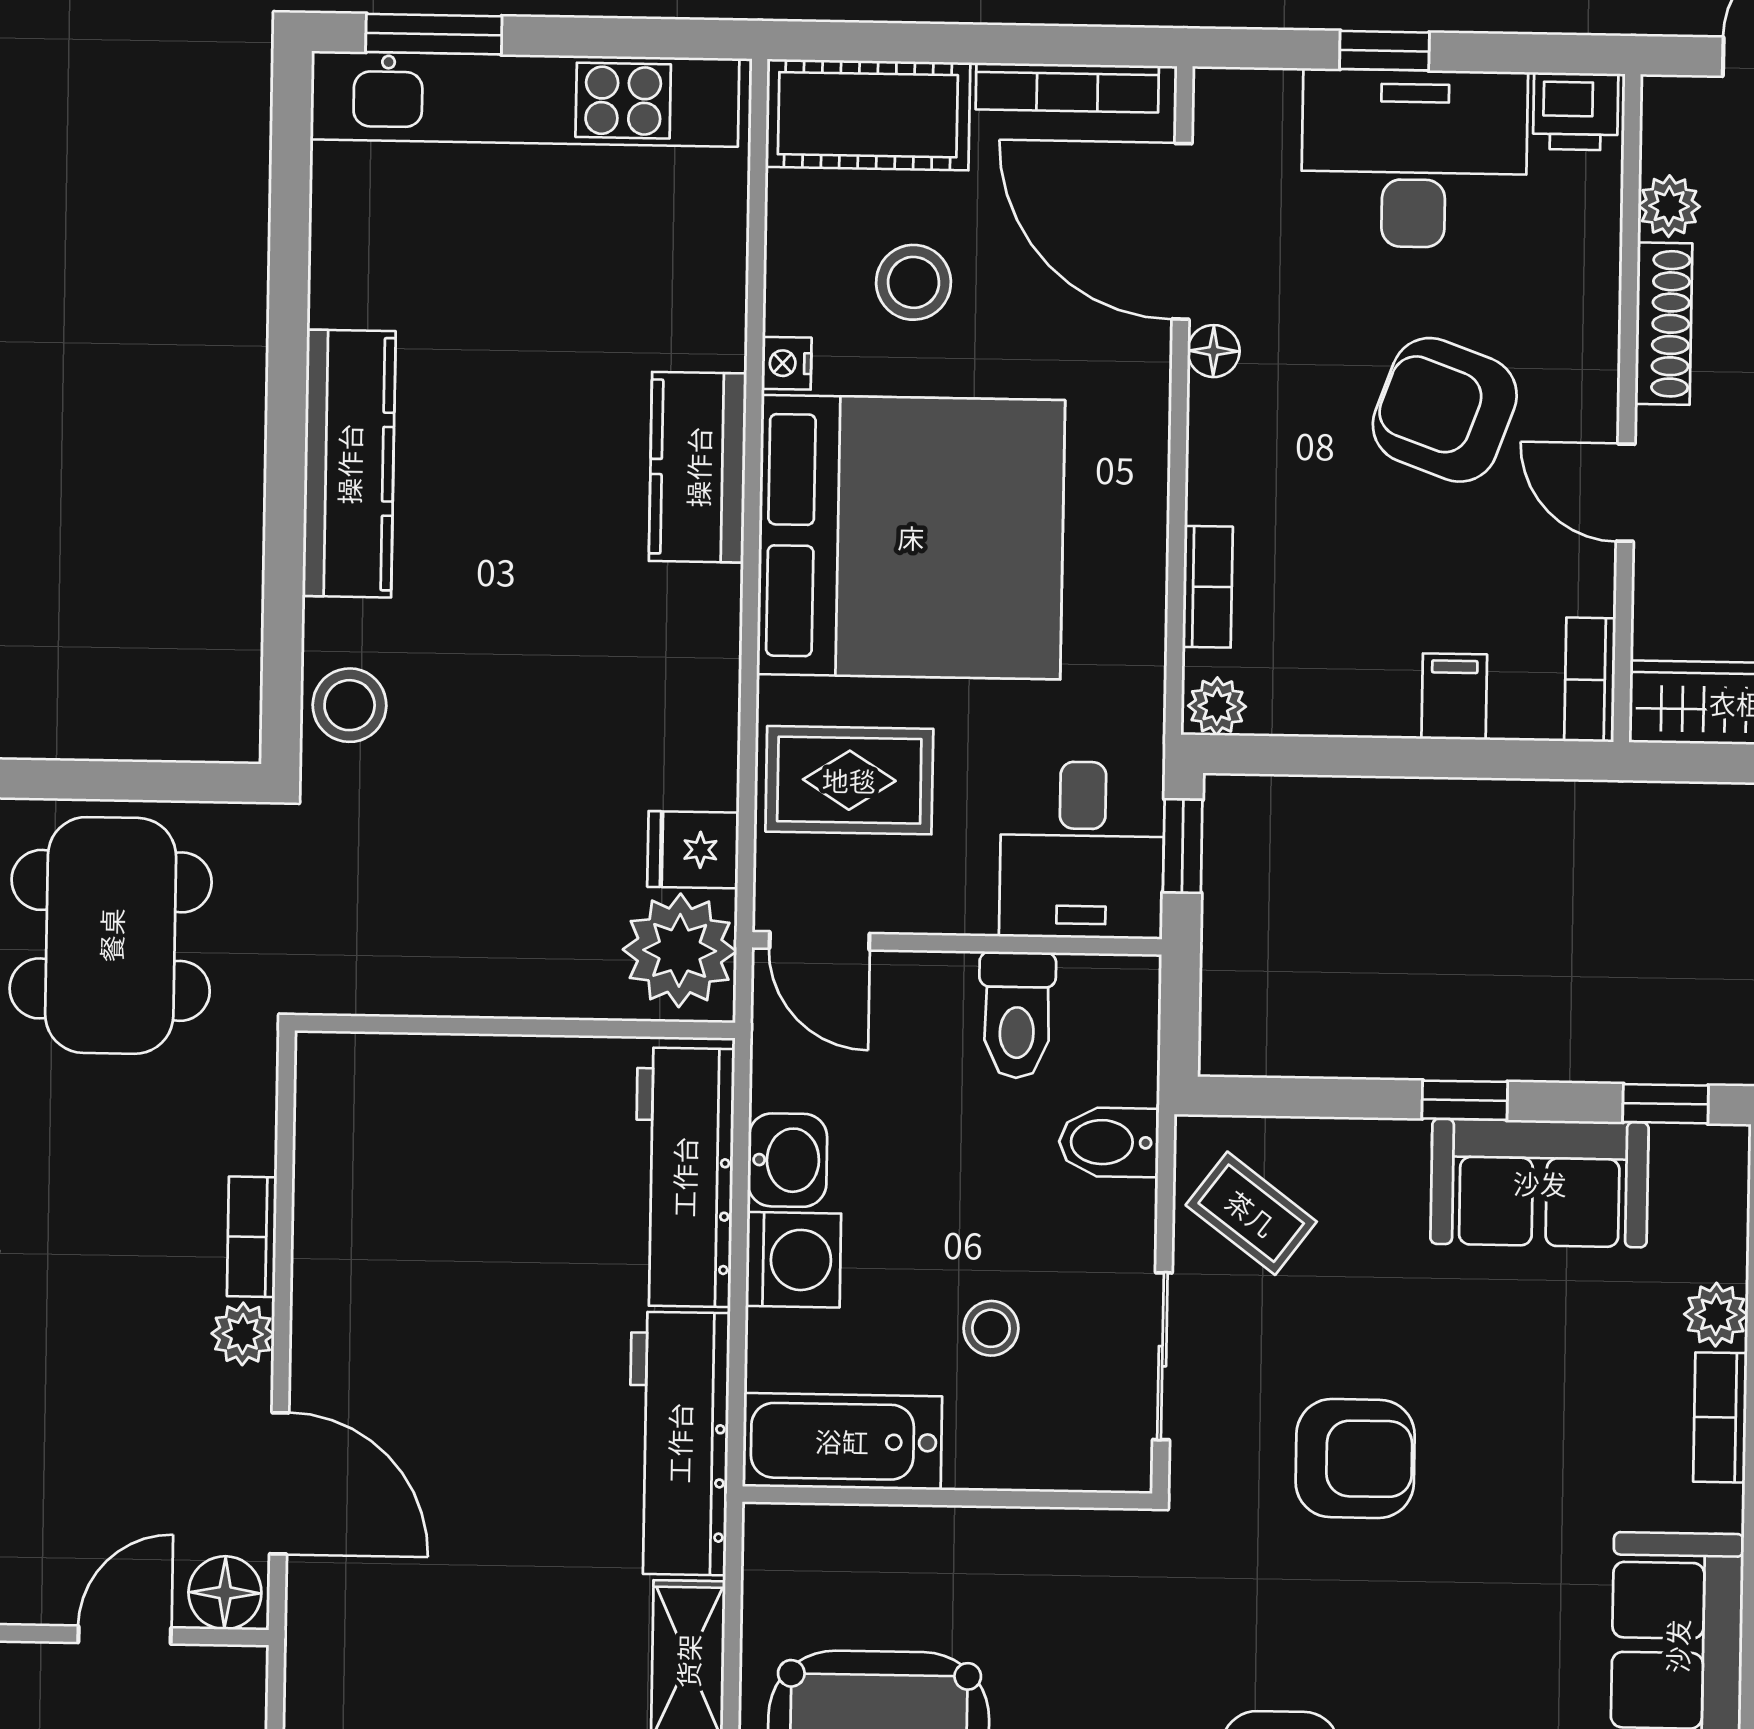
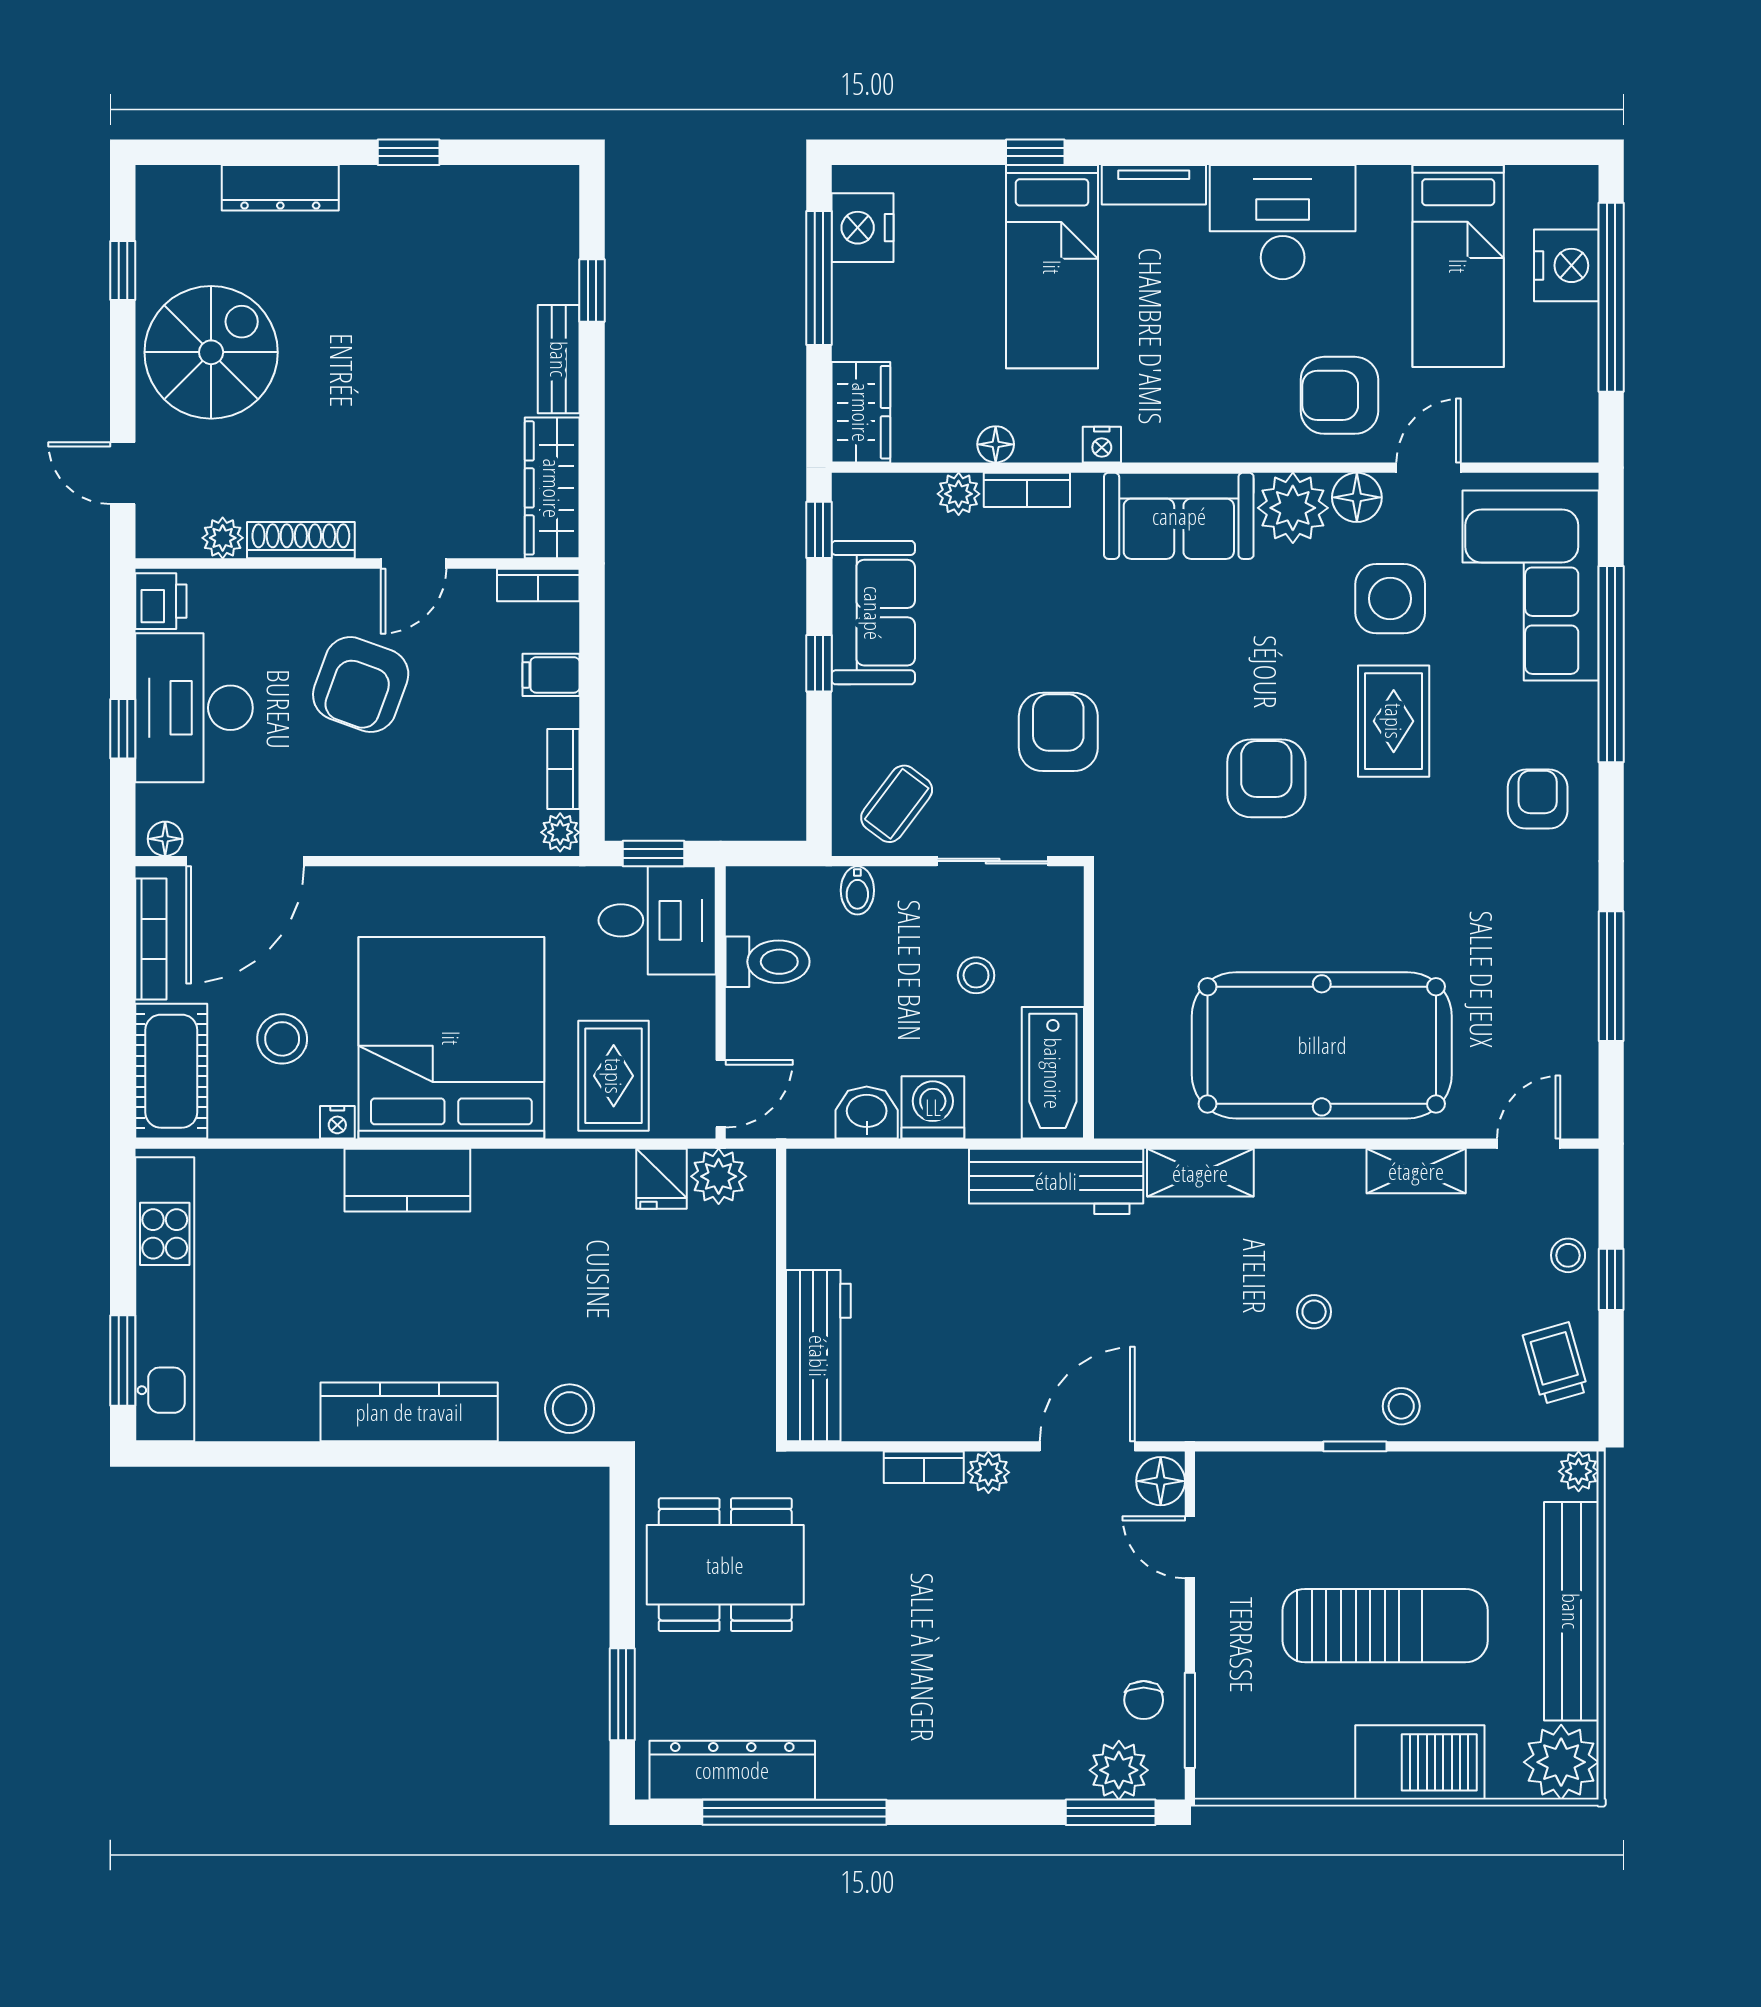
floor lamp: (1214, 351) -> (165, 839), moved
bookcase: (1208, 587) -> (563, 769), moved, turned -90
plant: (680, 950) -> (719, 1176), width x0.73, depth x0.73
bidet: (1109, 1142) -> (857, 890), width x0.72, depth x0.74
workbench: (684, 1177) -> (818, 1356), moved, turned -90

